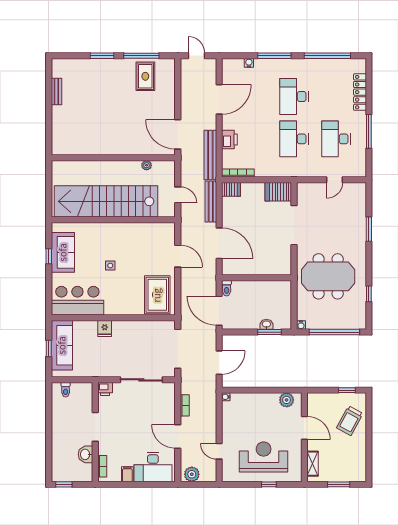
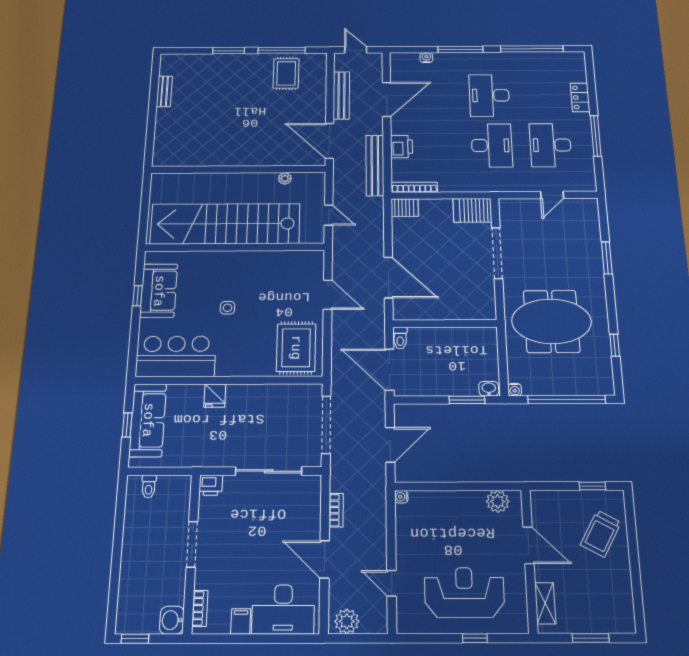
locker: (360, 92) -> (580, 97), width x0.66
desk: (294, 139) -> (492, 145), turned 180
bench: (211, 202) -> (341, 95), moved
washbasin: (266, 324) -> (489, 389), moved
washbasin: (85, 454) -> (172, 620), moved

